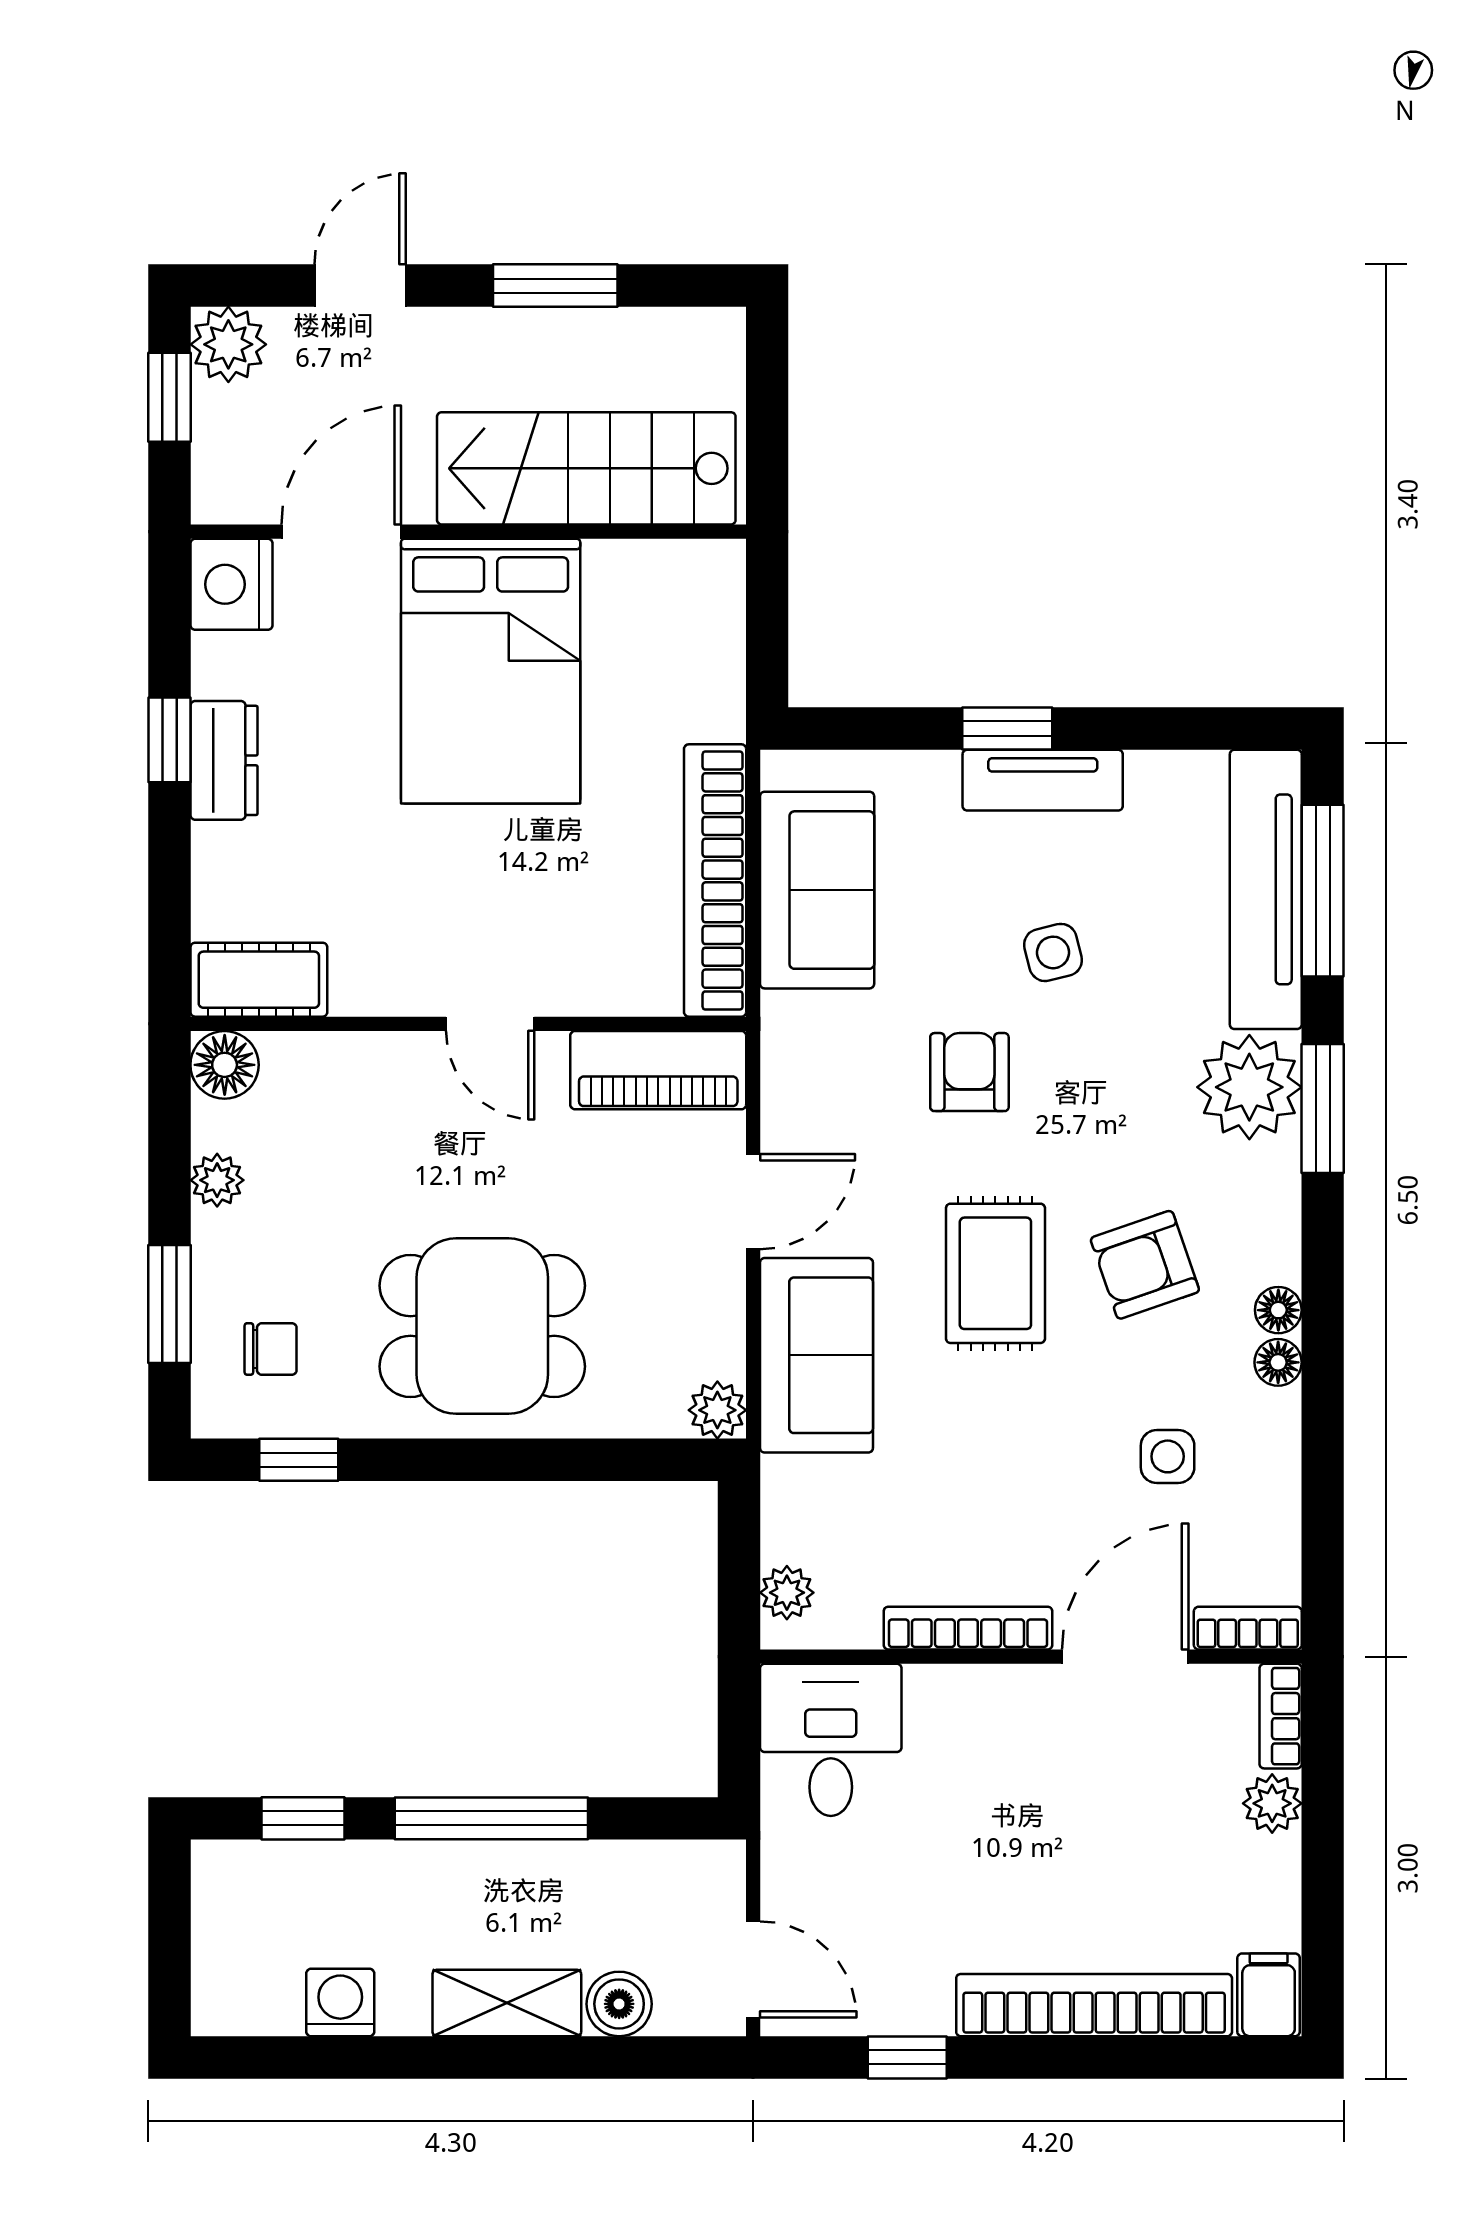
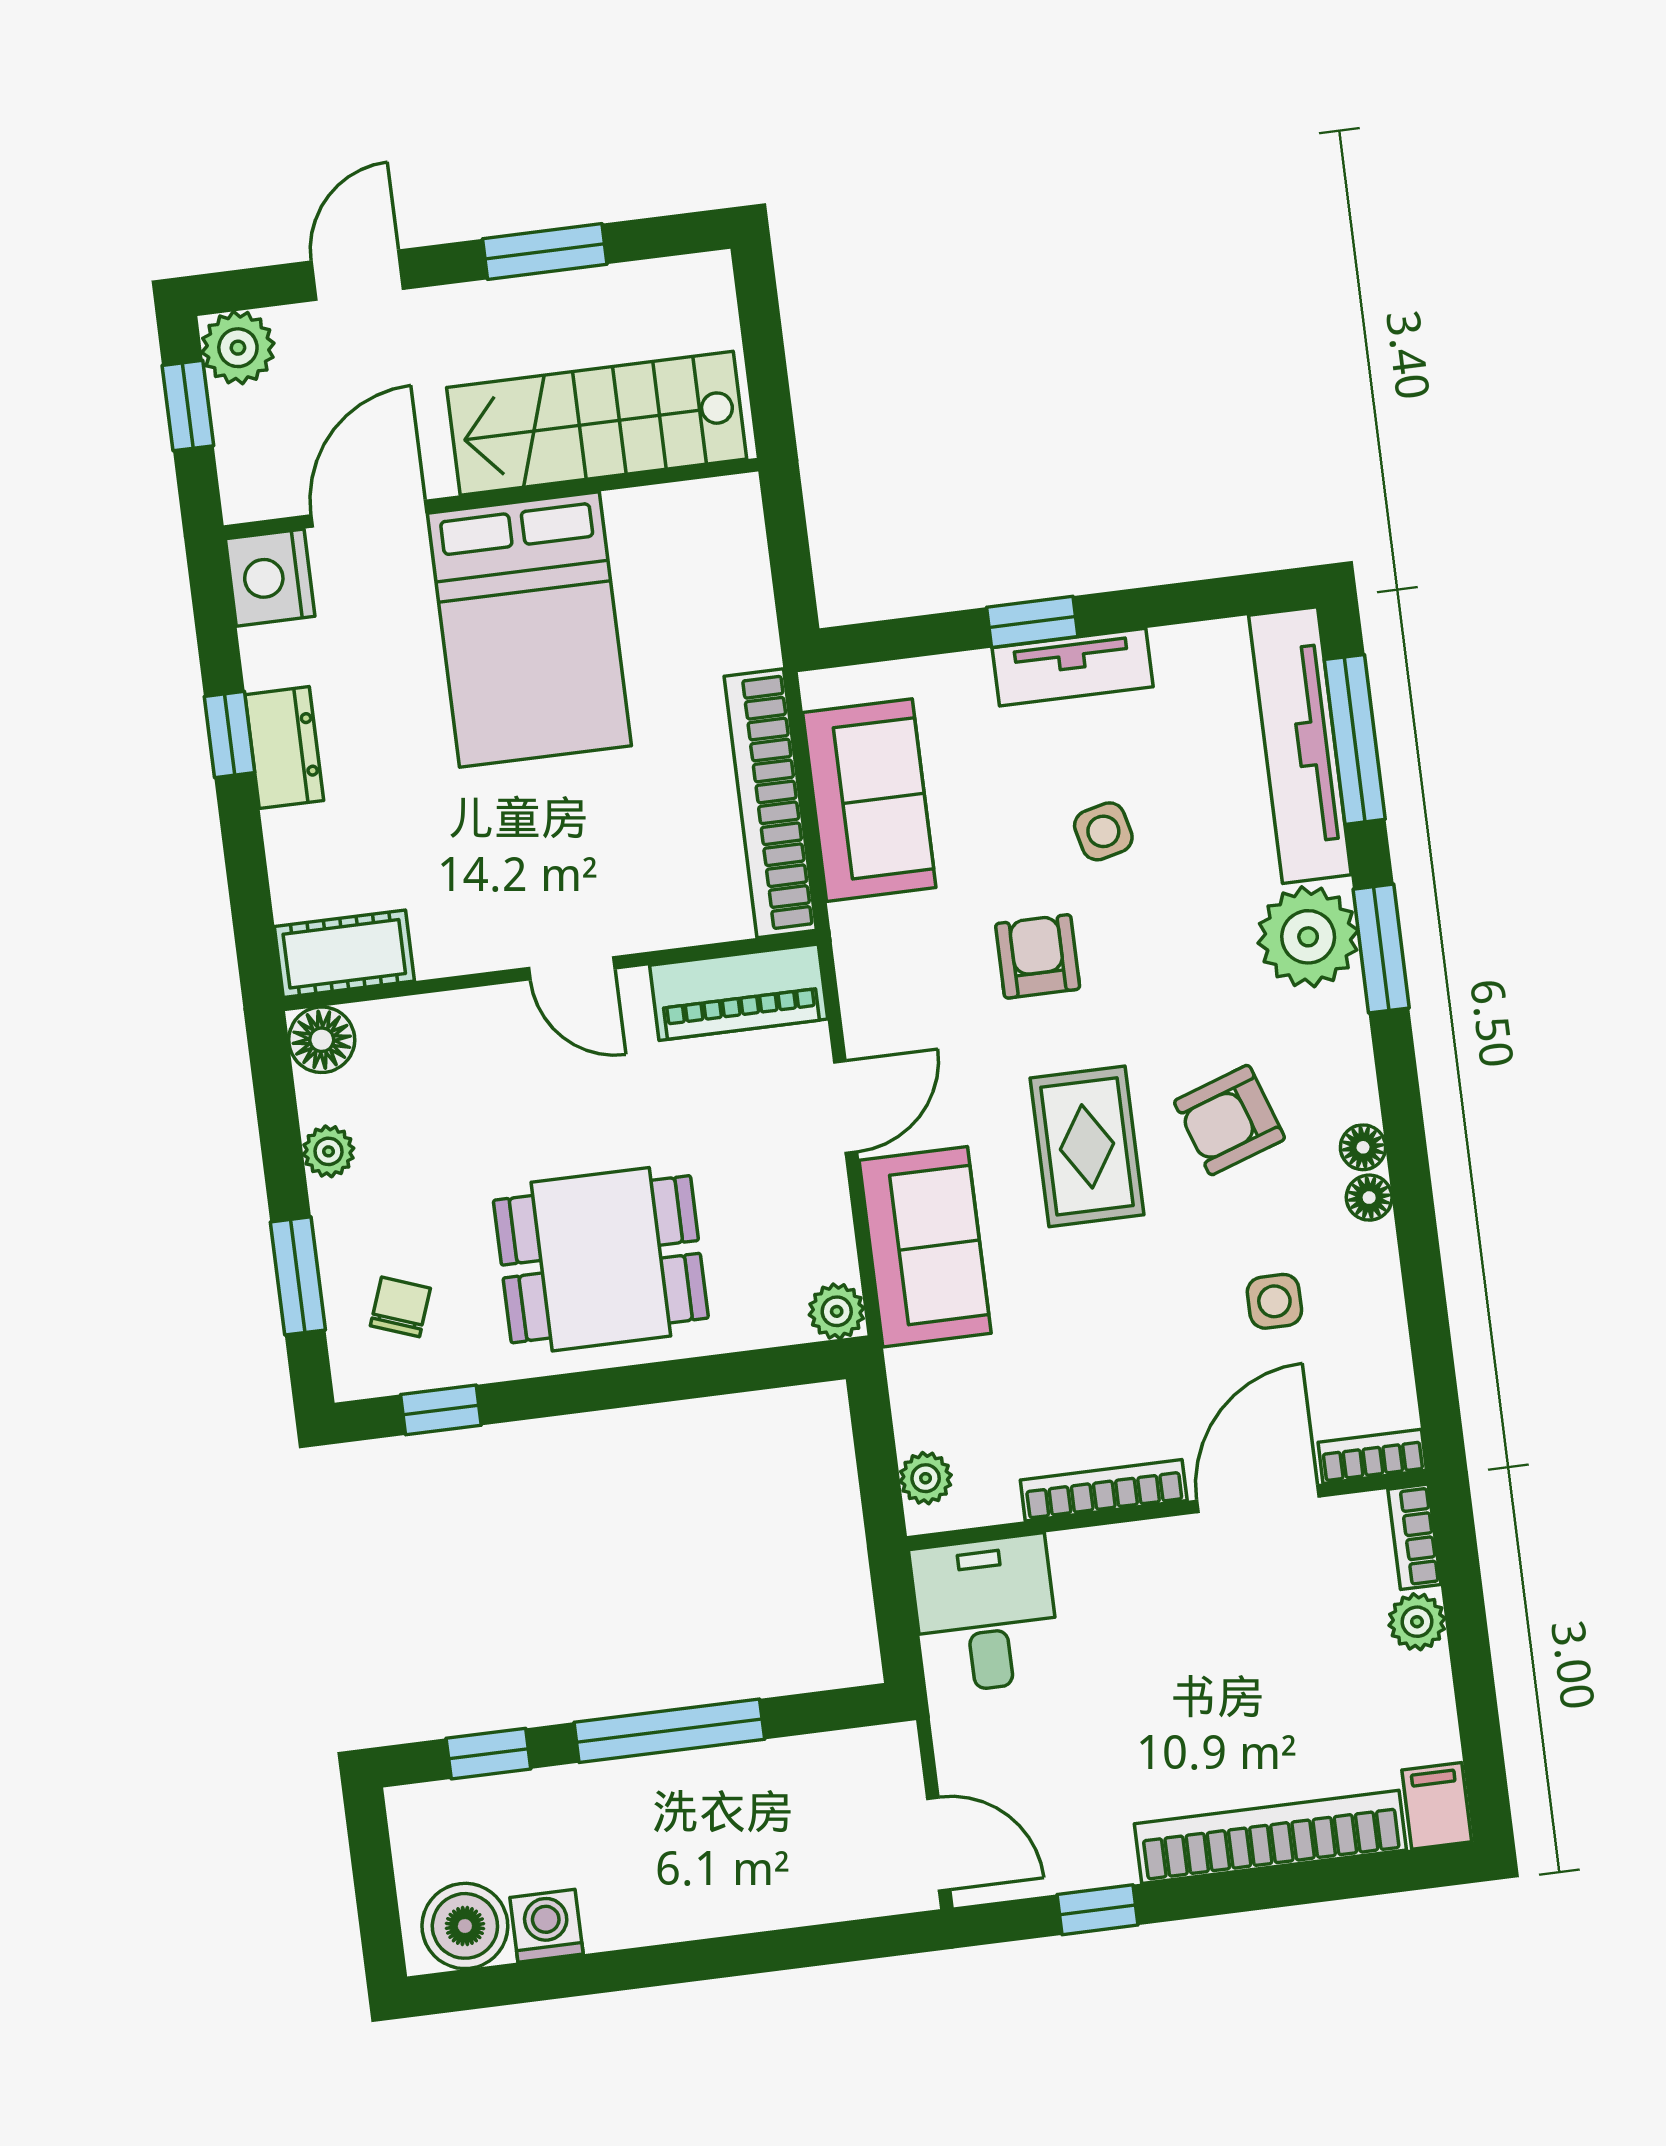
chair: (271, 1349) -> (400, 1307), turned -70
shelving: (507, 2003) -> (706, 1906), removed
boiler: (619, 2004) -> (465, 1926), moved, width x1.36, depth x1.36

